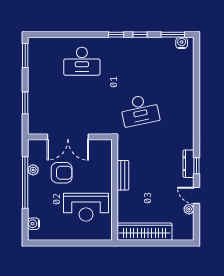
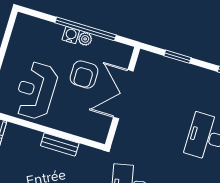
plant: (33, 170) -> (85, 39), moved
water cooler: (34, 224) -> (71, 35), moved

